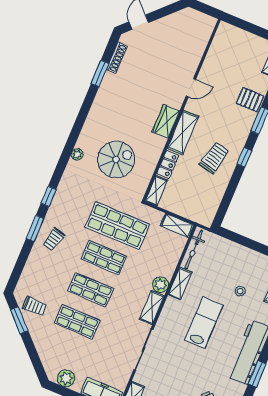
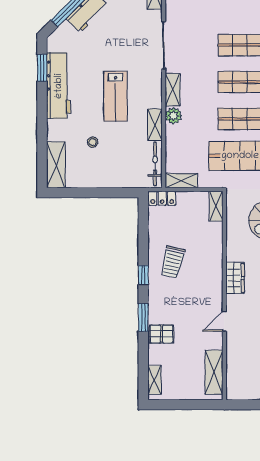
shelving: (183, 132) -> (214, 372), moved
locker: (168, 164) -> (162, 198), moved, turned -90

